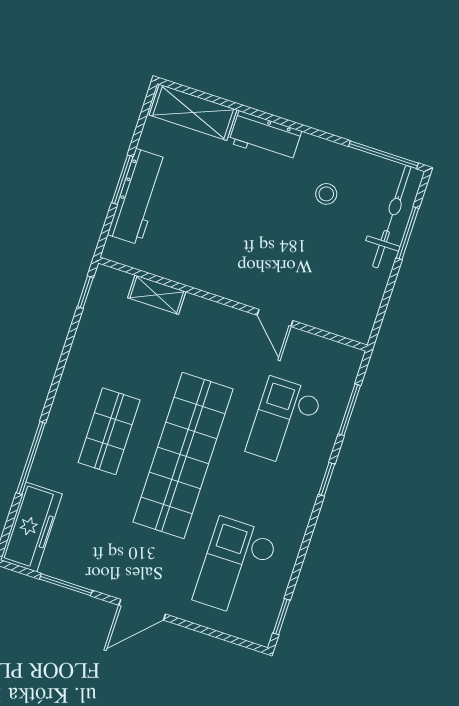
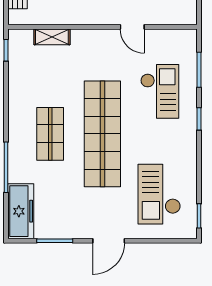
checkout: (284, 422) -> (160, 91), turned 180

